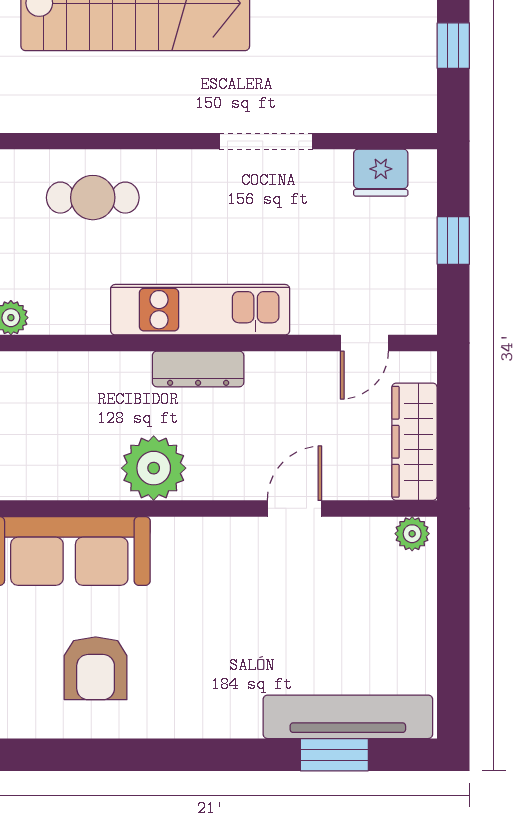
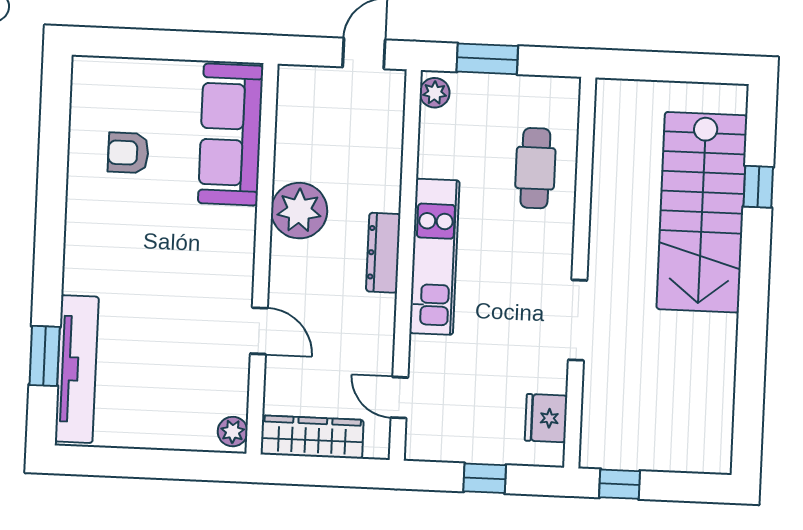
window: (453, 46) -> (620, 484), moved
armchair: (96, 668) -> (128, 153), width x0.72, depth x0.72

